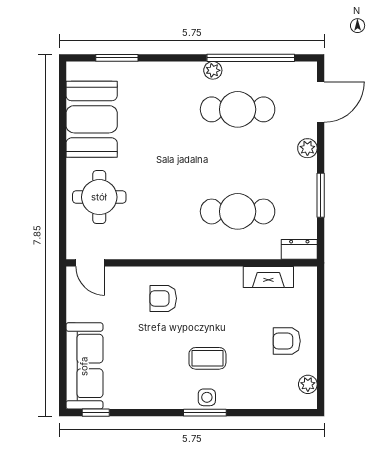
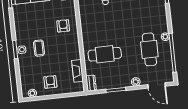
cafe table: (238, 211) -> (105, 54), turned 90

